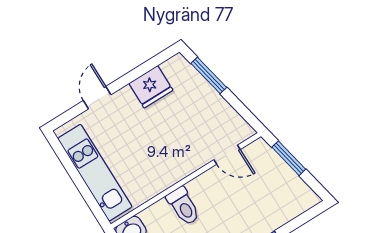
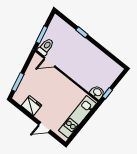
door: (227, 155) -> (50, 62), swing flipped
toilet: (183, 206) -> (46, 47), moved

